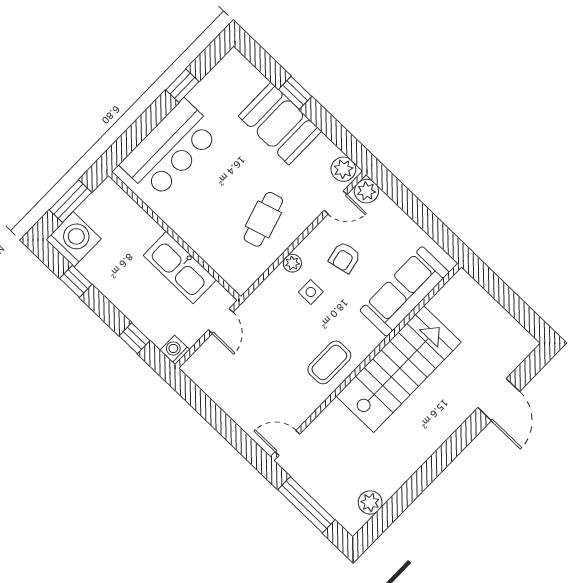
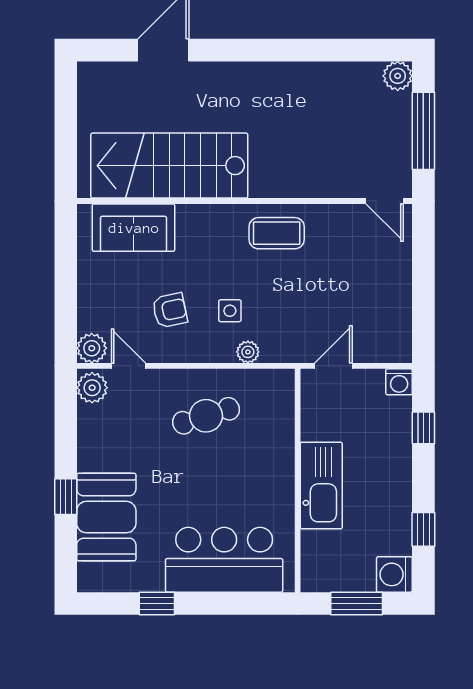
booth: (280, 124) -> (106, 517), moved
washing machine: (74, 239) -> (394, 574), width x0.73, depth x0.73
plant: (292, 263) -> (248, 352), moved
kitchen sink: (180, 268) -> (321, 485), moved
sofa: (404, 291) -> (134, 228), width x0.73
stairs: (399, 369) -> (169, 166), moved
plant: (370, 502) -> (398, 76), moved

